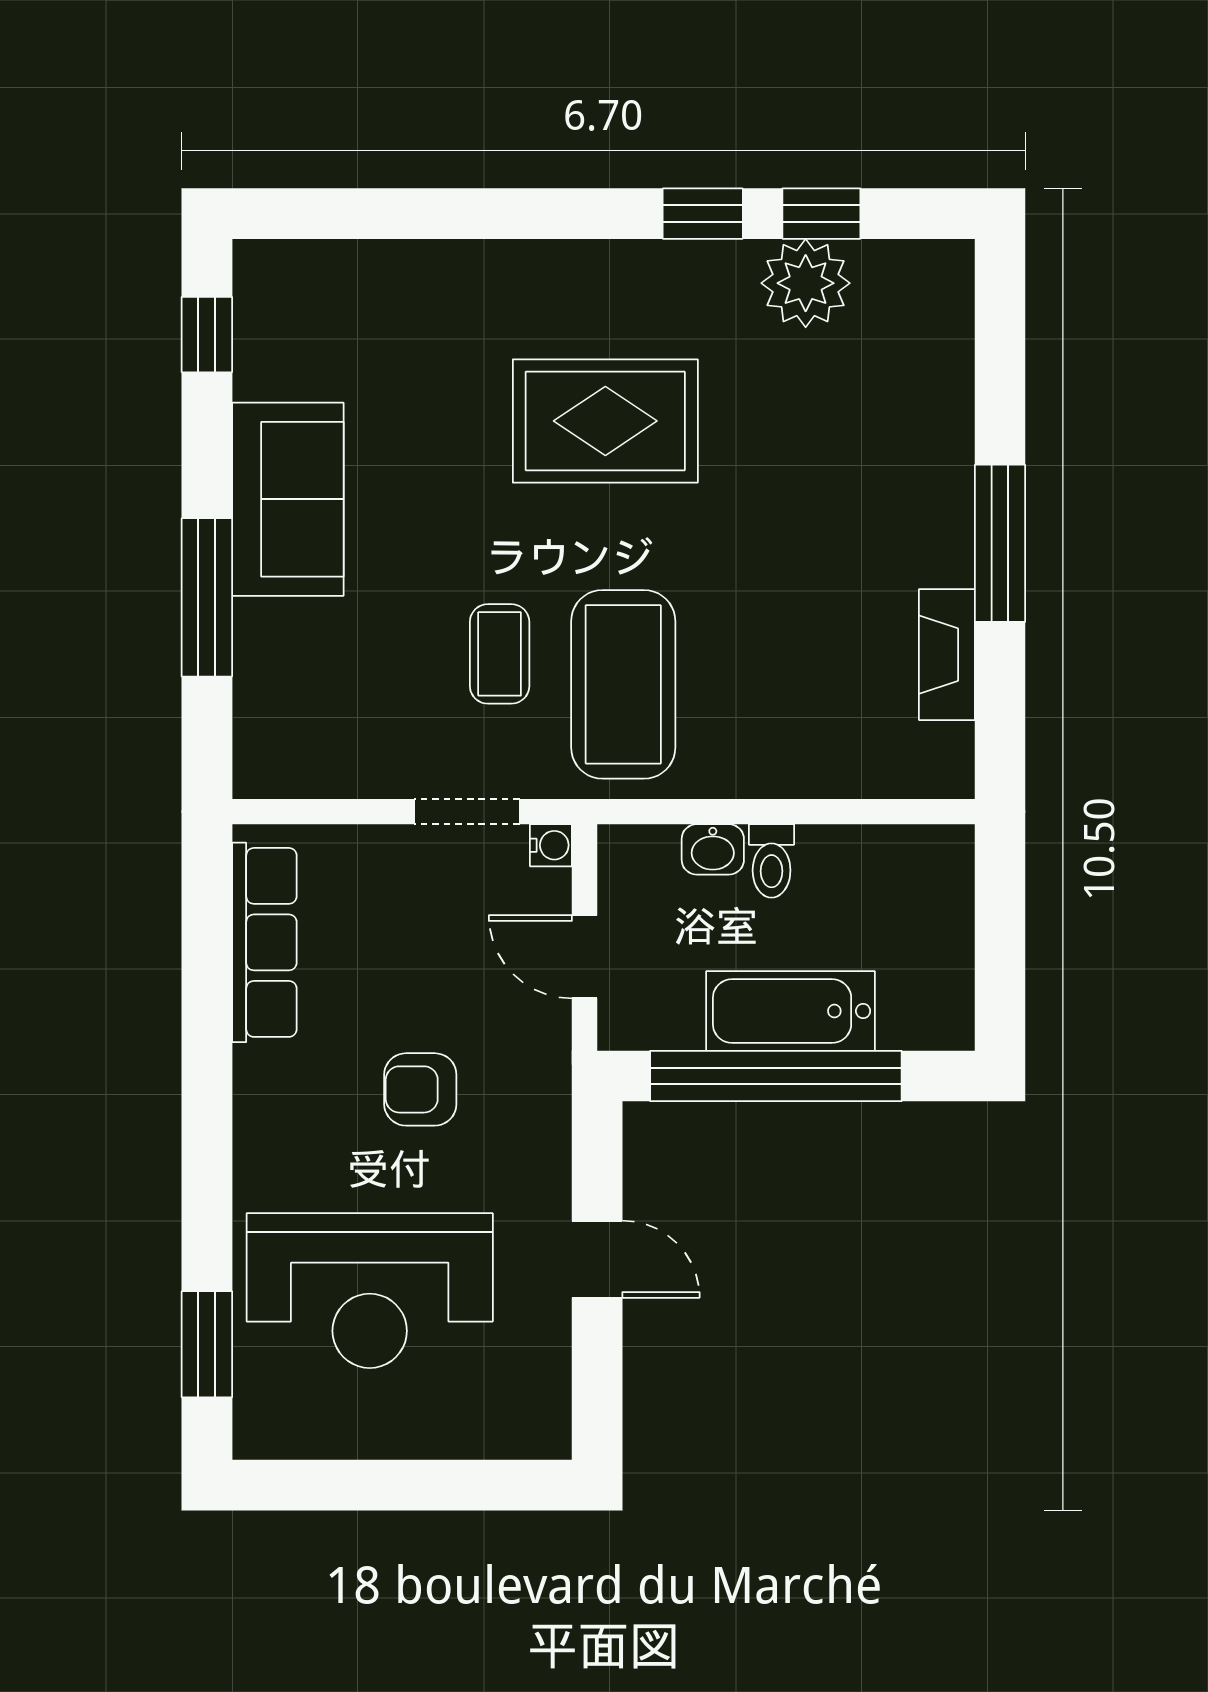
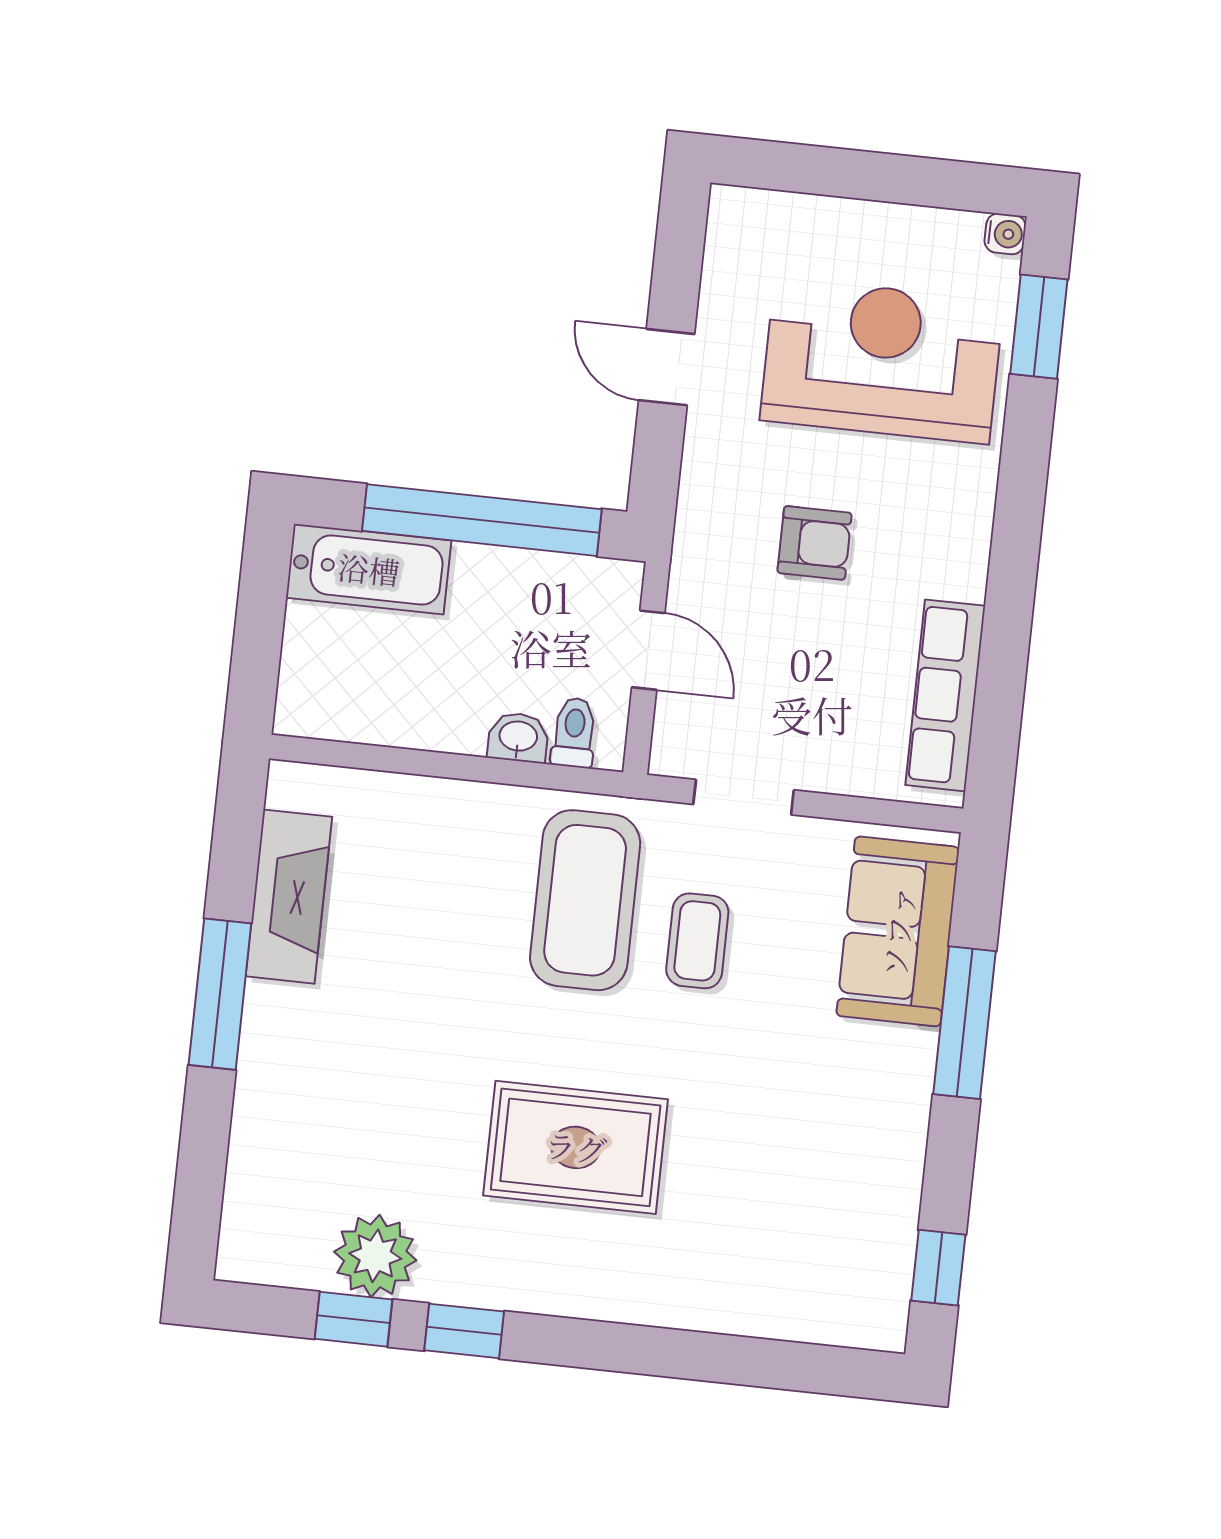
sofa: (288, 499) -> (898, 931), moved
fireplace: (947, 655) -> (289, 897), width x1.37, depth x1.32
water cooler: (551, 845) -> (1005, 234), moved, turned 180
toilet: (772, 861) -> (574, 733), moved
bathtub: (790, 1011) -> (369, 569), moved

